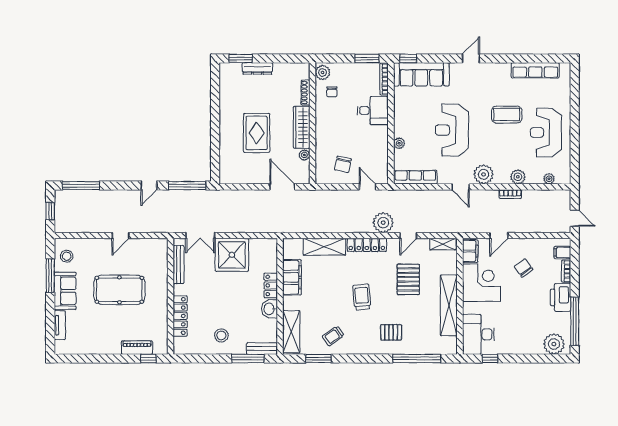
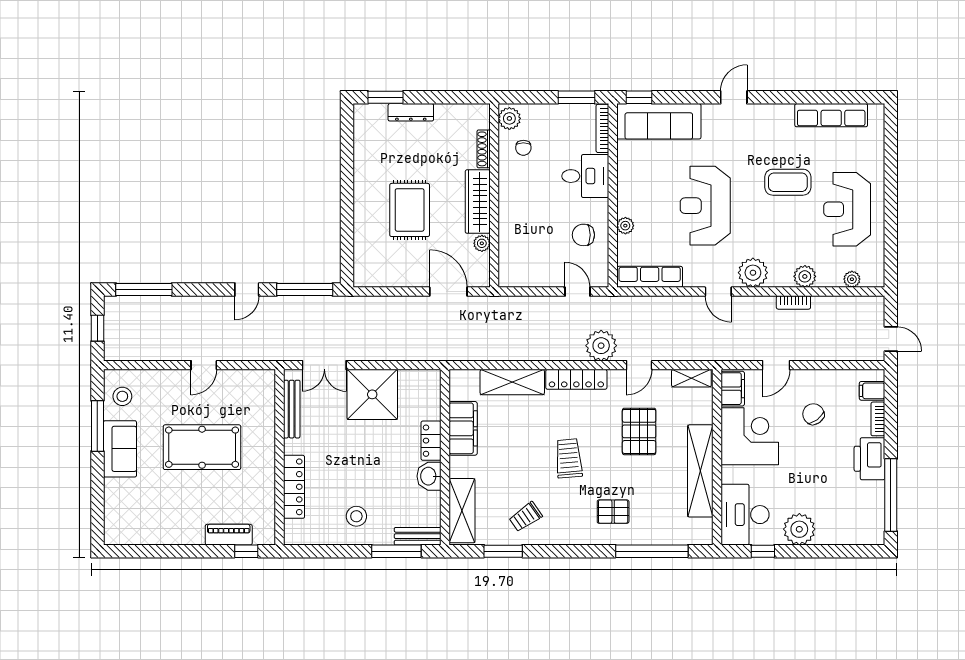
chair: (343, 164) -> (583, 235), moved, turned 78
tv unit: (60, 325) -> (112, 501), removed
plant: (554, 344) -> (799, 529), moved

